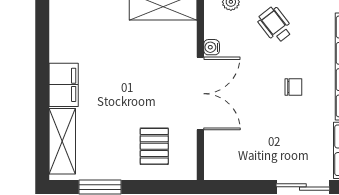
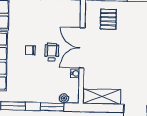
wheelchair: (275, 25) -> (52, 52), moved, turned -142

